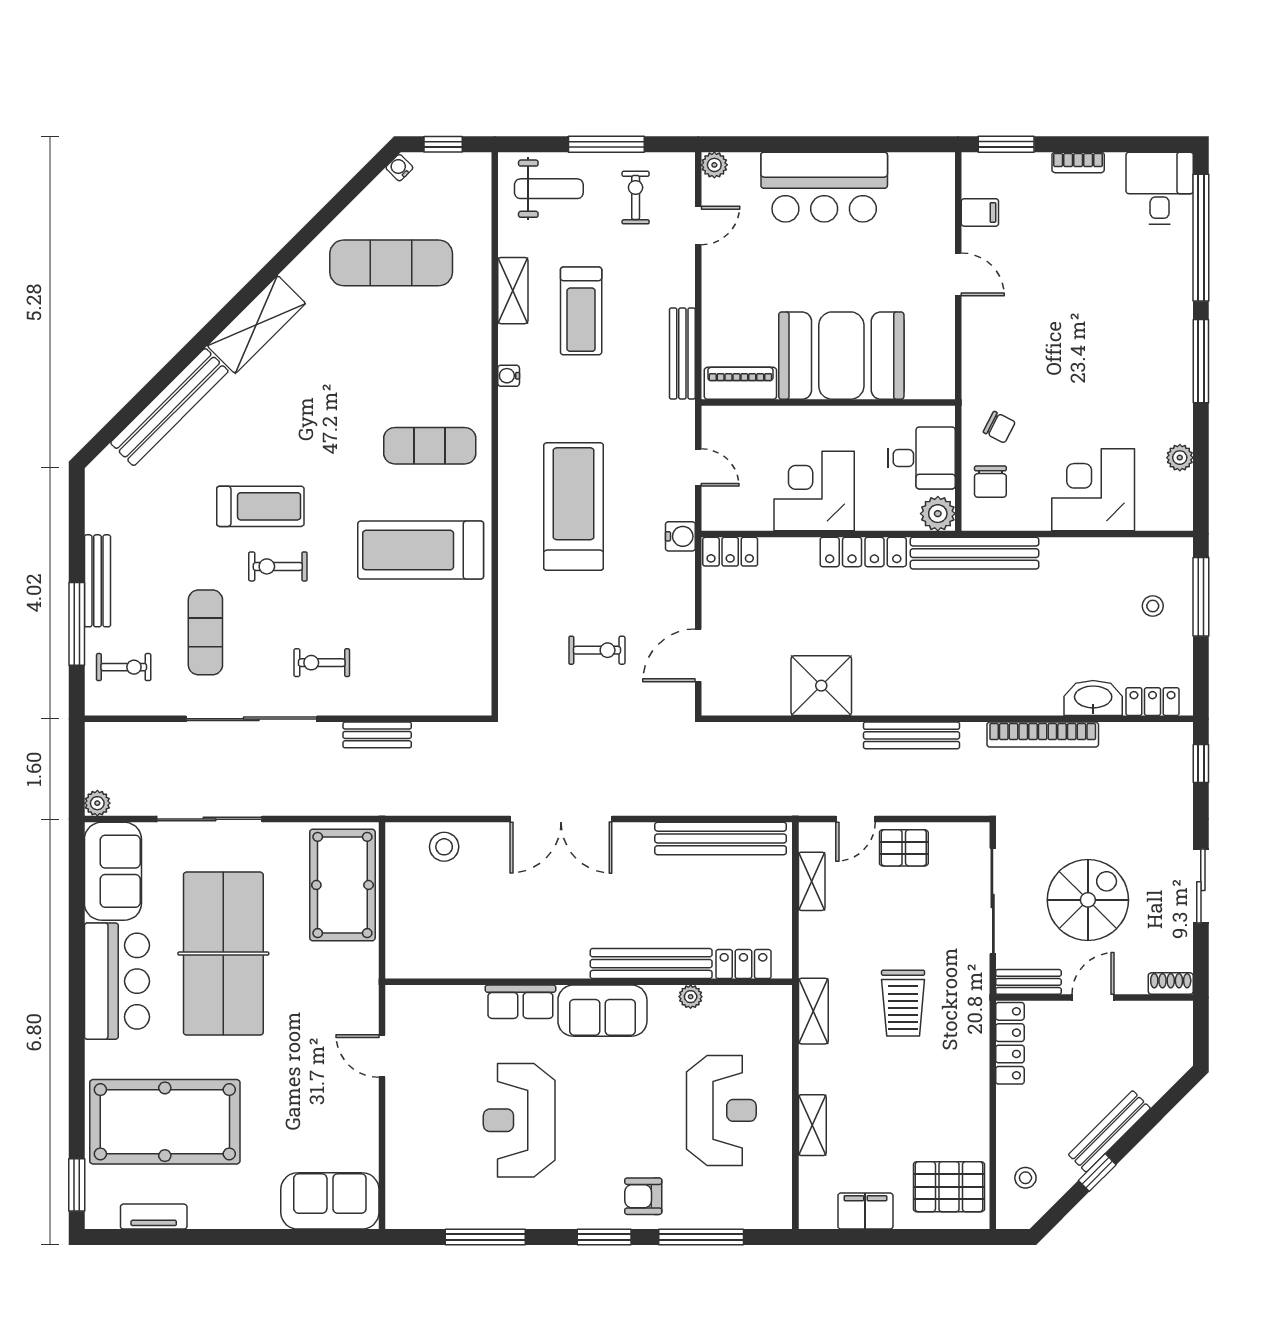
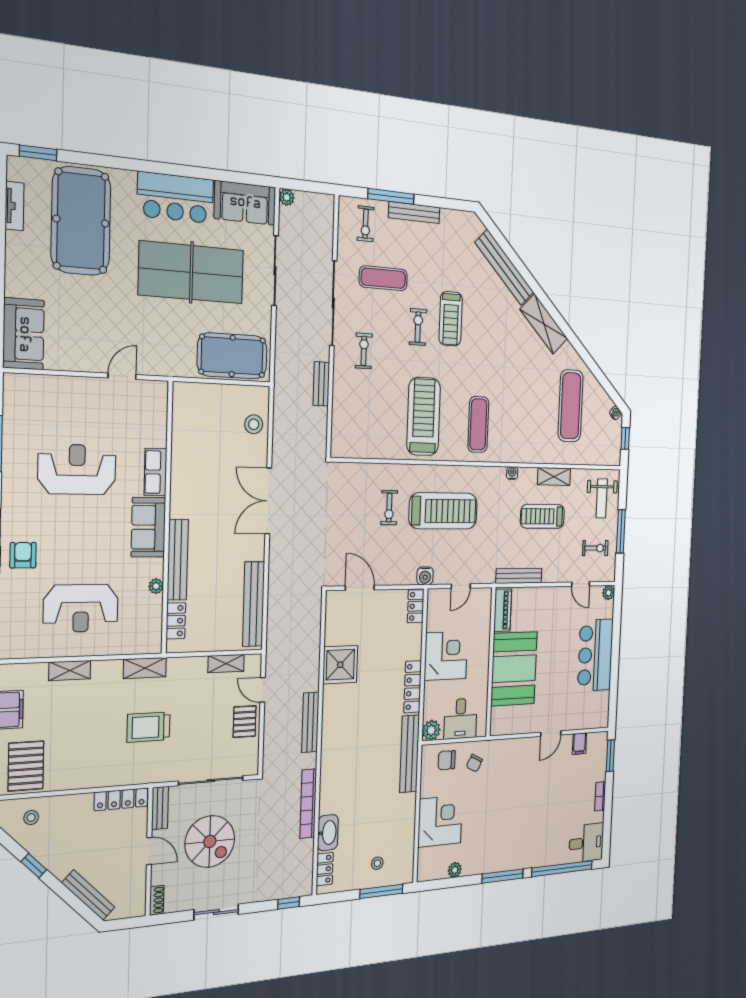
exercise bike: (597, 650) -> (389, 508), moved
bench: (1109, 1131) -> (88, 895), moved

